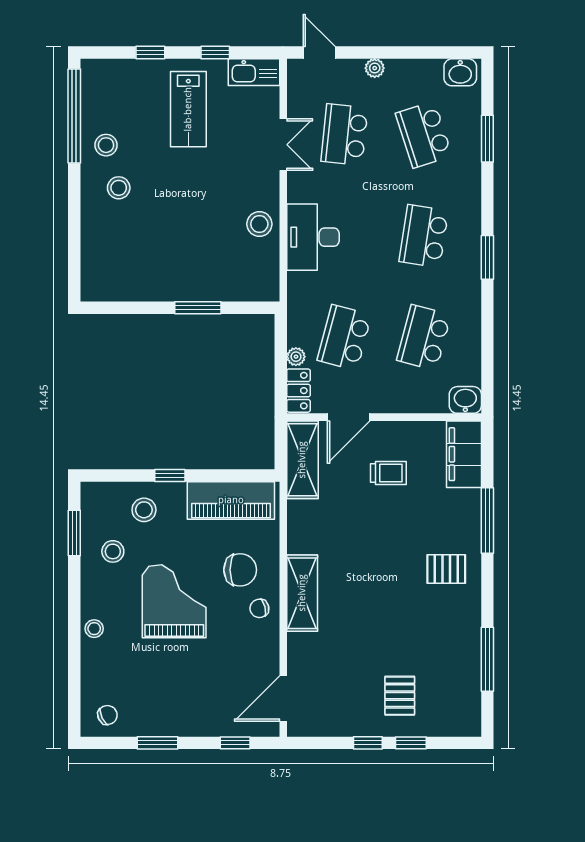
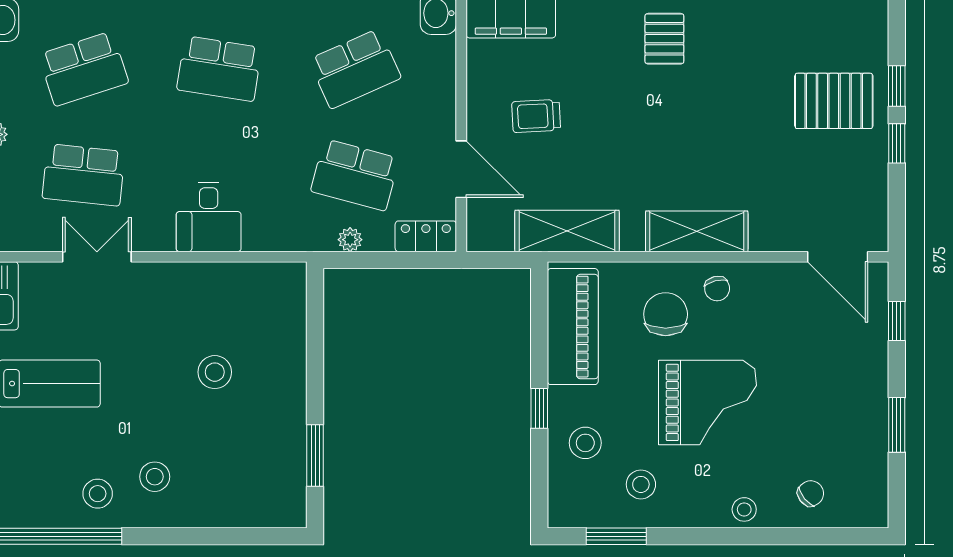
stool: (259, 224) -> (215, 372), moved
desk: (313, 237) -> (209, 217), width x0.73
window: (198, 308) -> (315, 456), moved
school desk: (424, 338) -> (355, 69), turned -39
plant: (296, 357) -> (350, 240), moved
shelving: (302, 460) -> (567, 231), moved
trolley: (388, 473) -> (536, 116), turned -93
grand piano: (174, 601) -> (708, 402), turned 180
pallet: (400, 696) -> (834, 101), width x1.50, depth x1.42
chair: (107, 715) -> (811, 493), moved, turned 77

